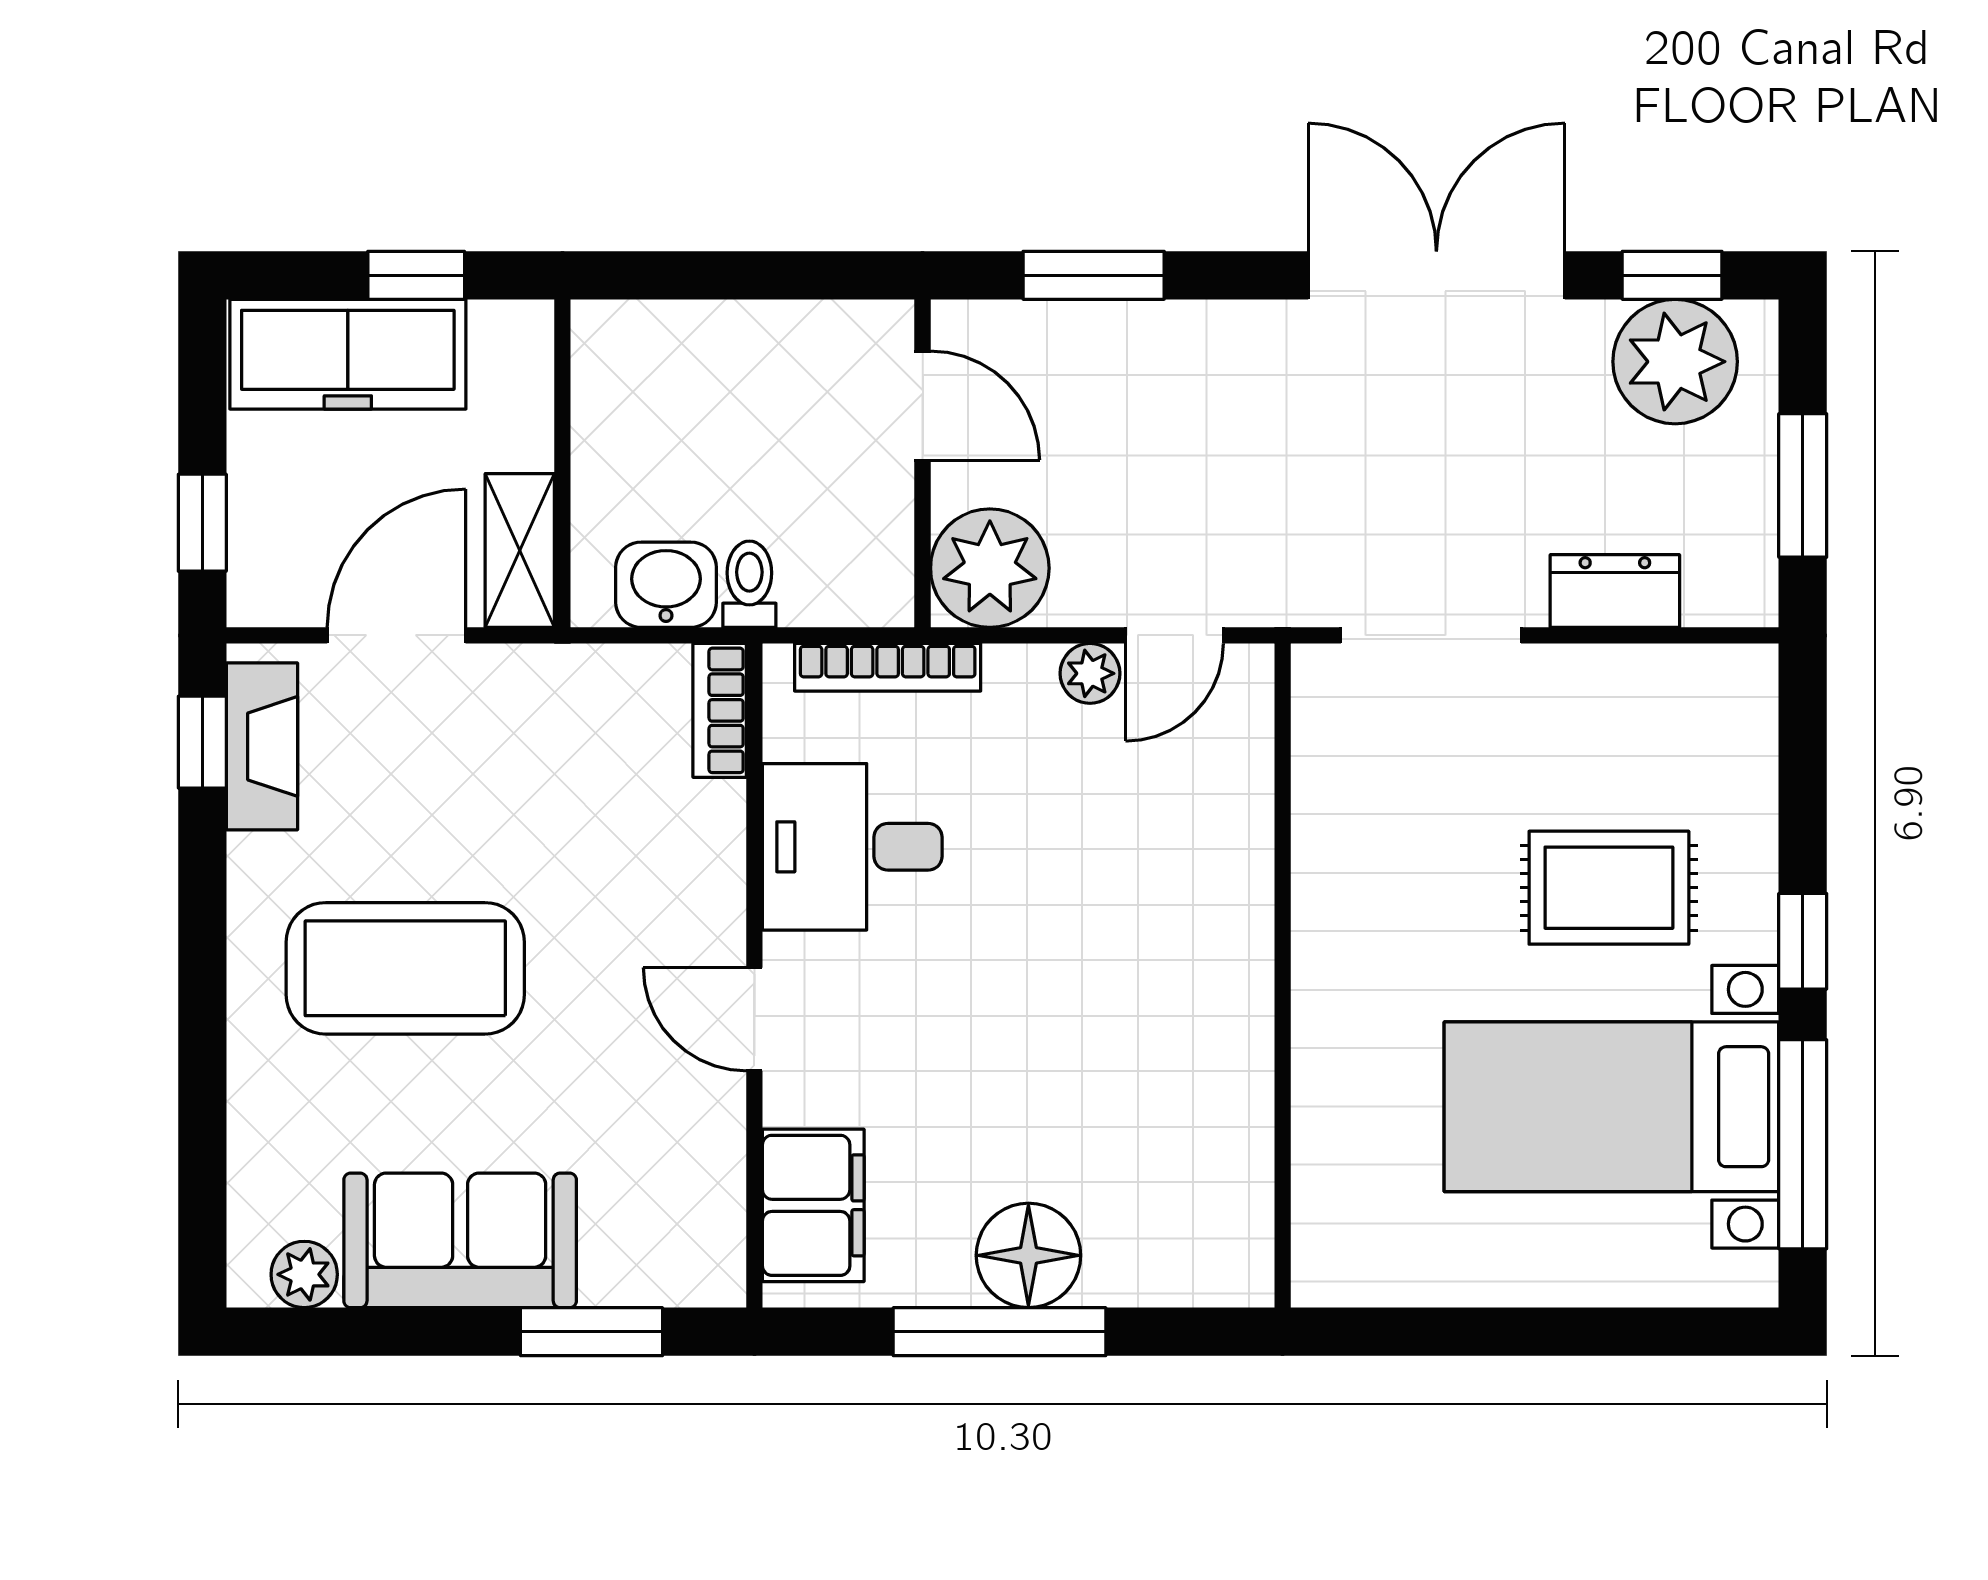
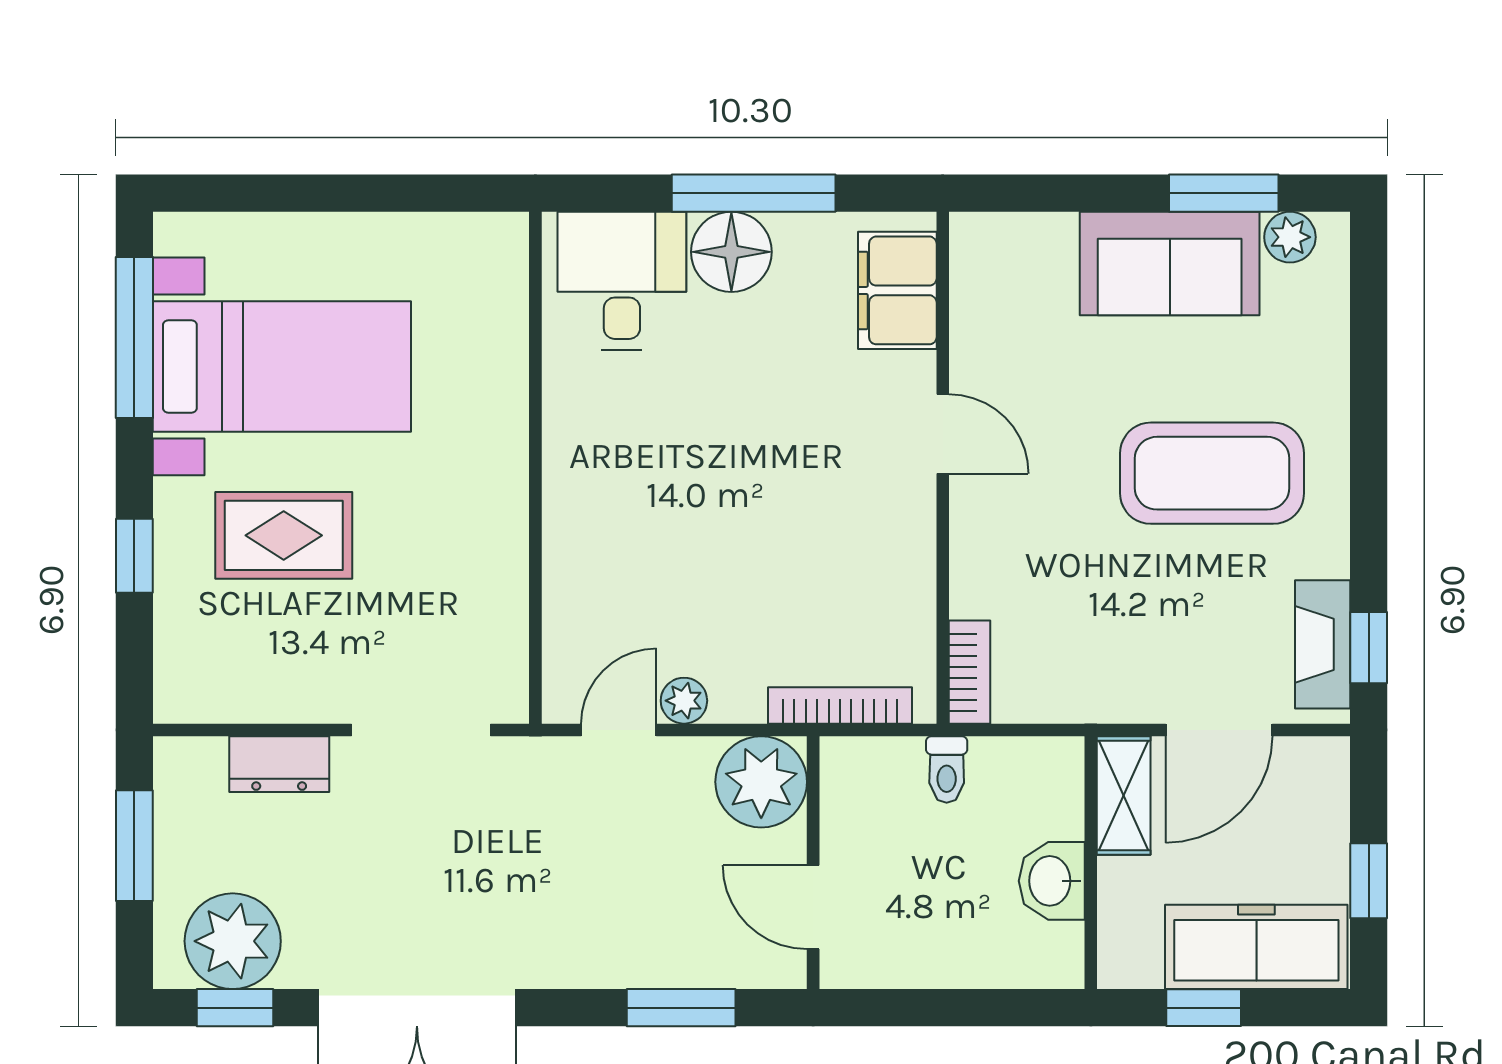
window: (202, 523) -> (1369, 881), moved
washbasin: (666, 585) -> (1052, 881), moved, turned 90
desk: (852, 847) -> (622, 281), moved, turned -90
window: (1803, 941) -> (134, 556), moved
window: (591, 1332) -> (1224, 193), moved

